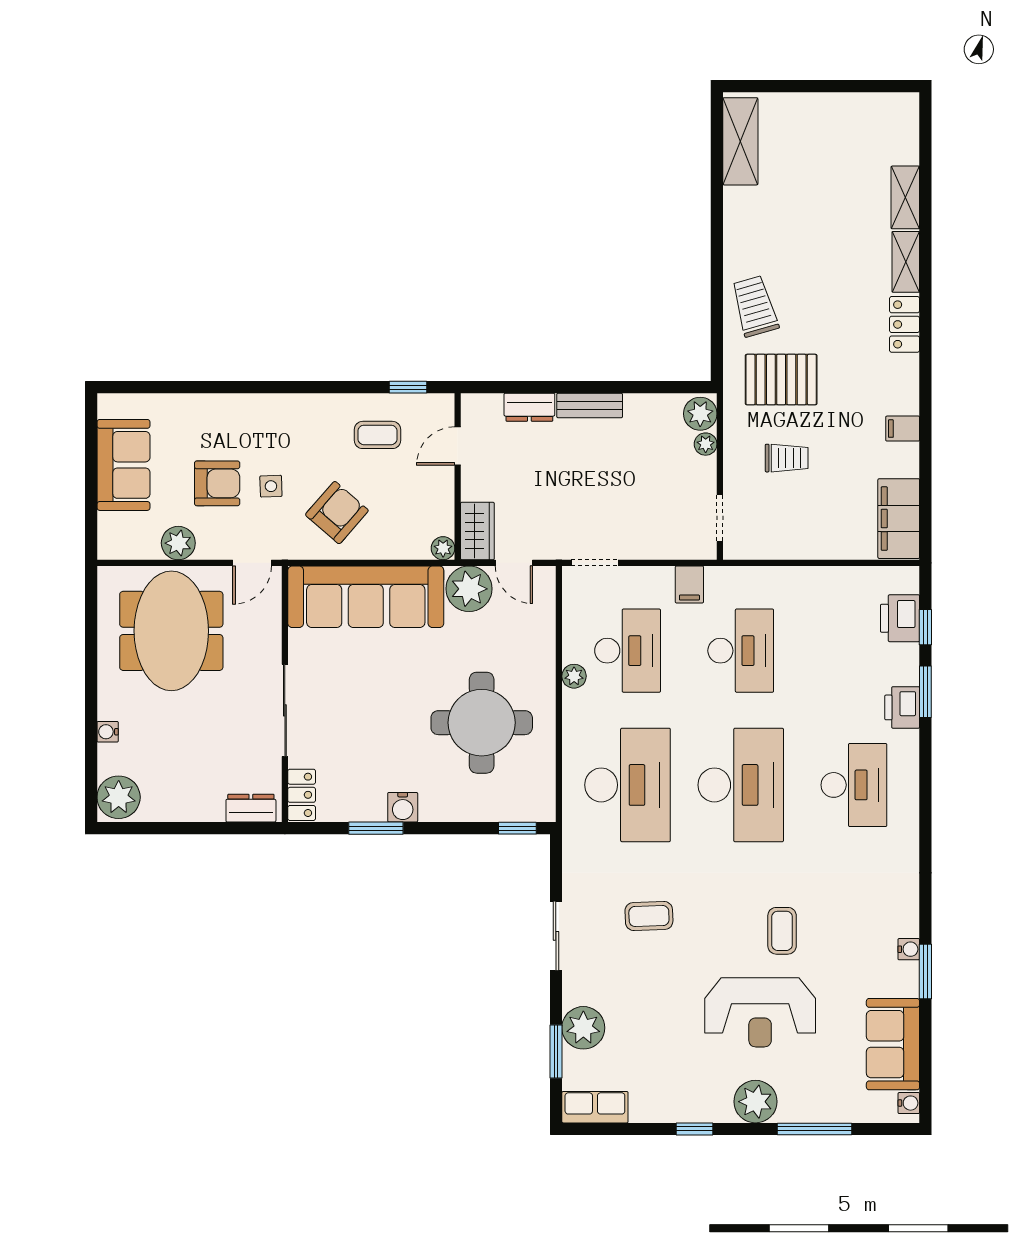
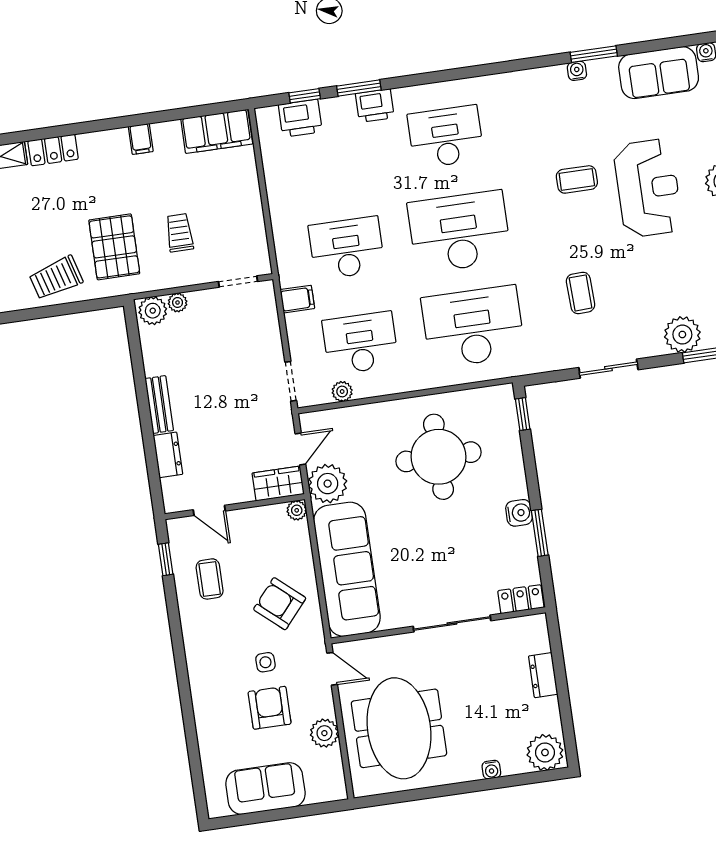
meeting table: (171, 631) -> (399, 728), turned 90
plant: (574, 676) -> (342, 392), moved
dresser: (251, 808) -> (543, 675), moved

